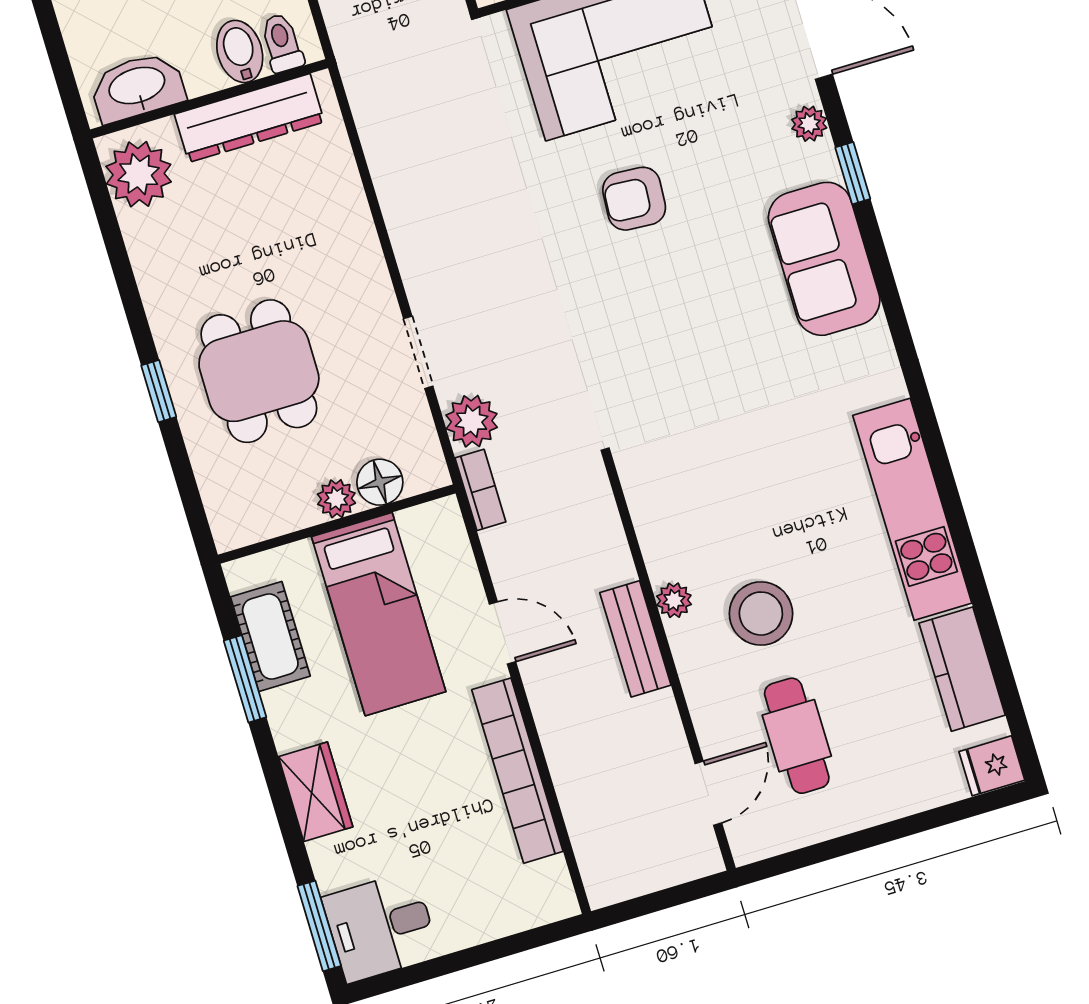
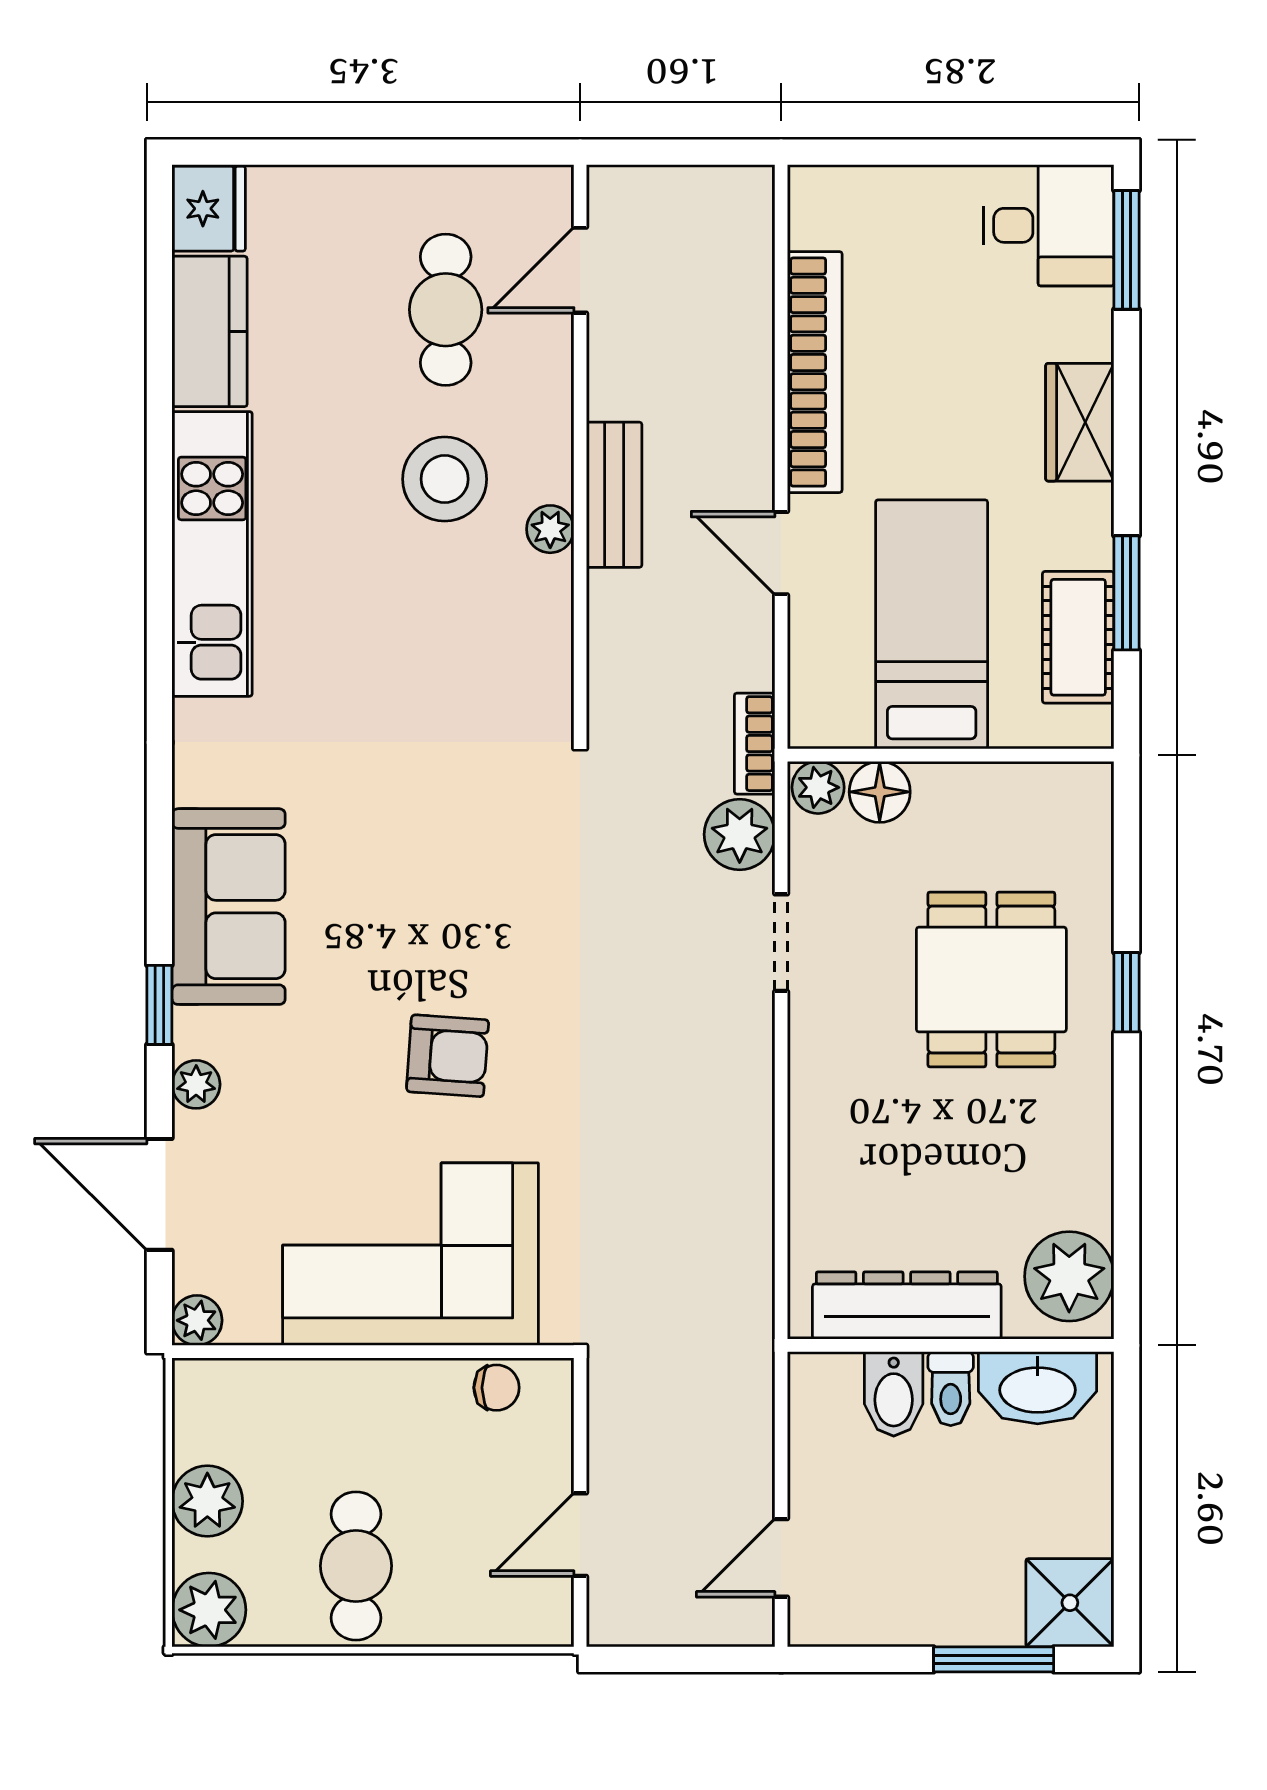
toilet: (282, 43) -> (951, 1389), moved
plant: (336, 499) -> (818, 787), moved
fridge: (992, 766) -> (209, 209), width x1.38

